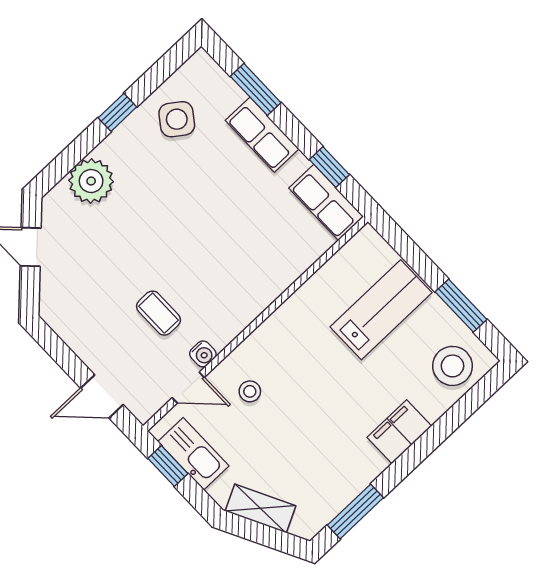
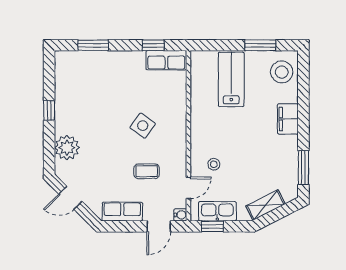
side table: (177, 119) -> (143, 126), moved
row of seats: (262, 135) -> (122, 212), moved, turned 180
water cooler: (203, 354) -> (180, 215), moved

